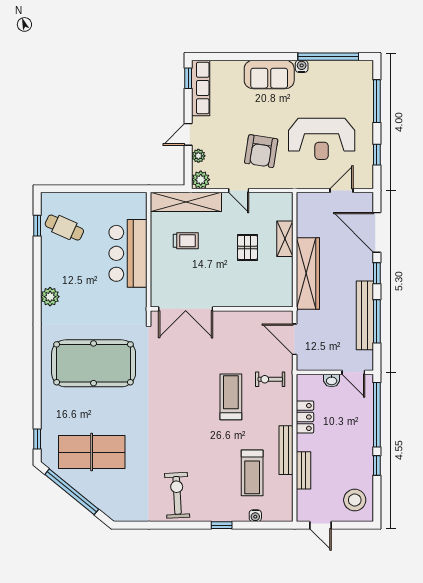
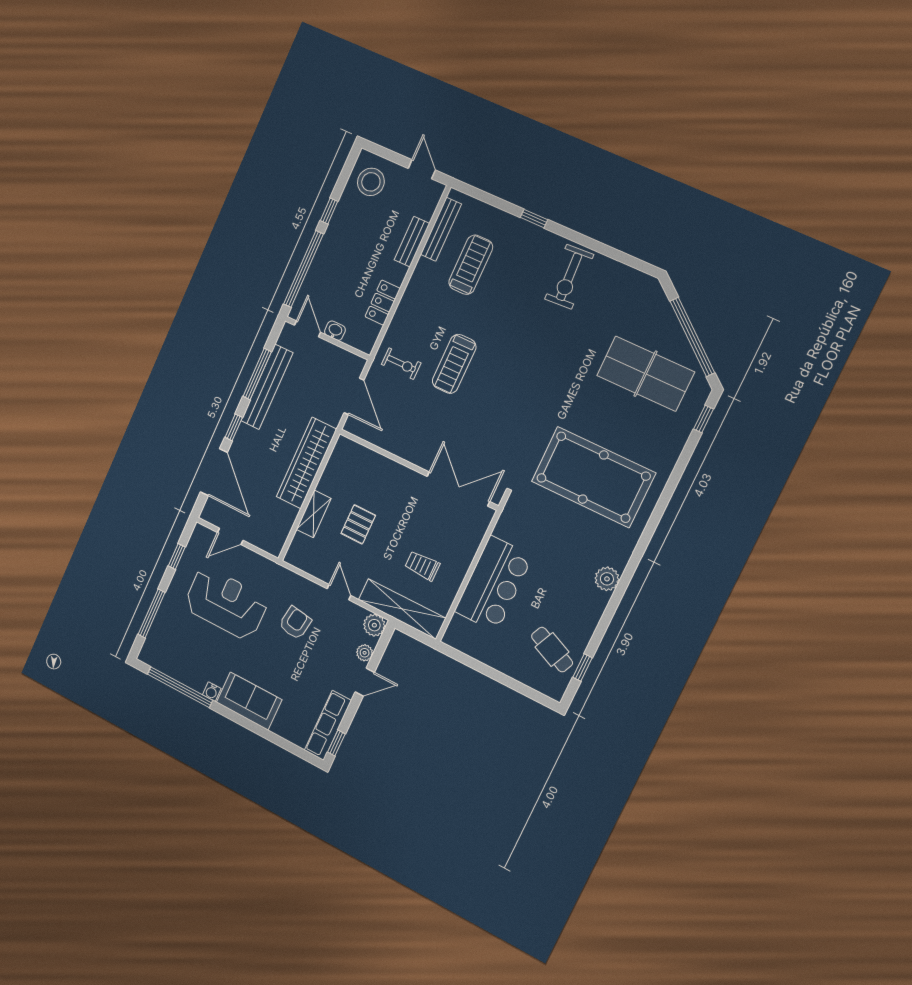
armchair: (261, 151) -> (295, 623), width x0.72, depth x0.72
bench: (286, 450) -> (441, 229), moved
water cooler: (255, 516) -> (490, 213), removed

